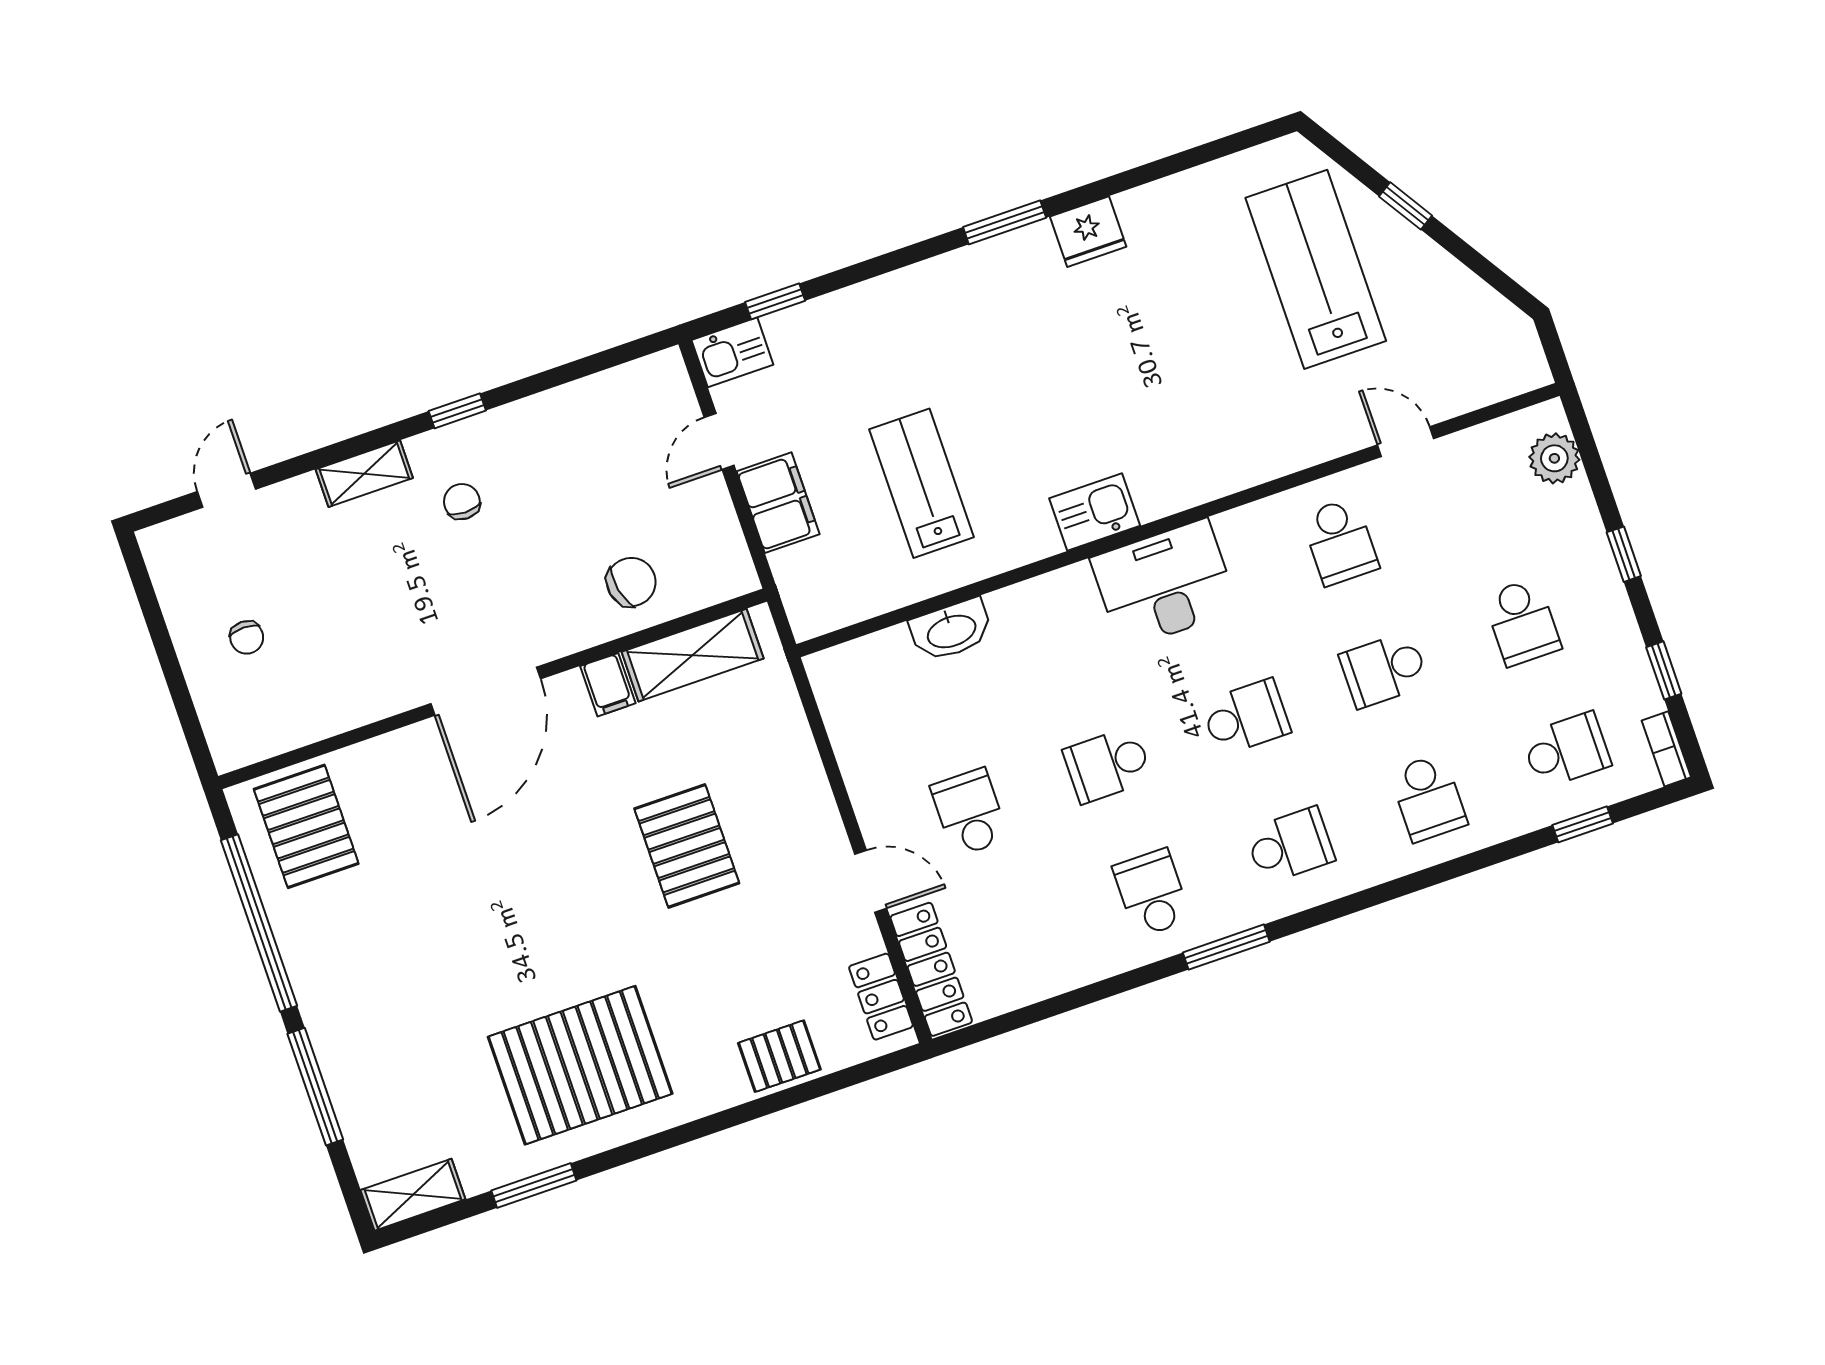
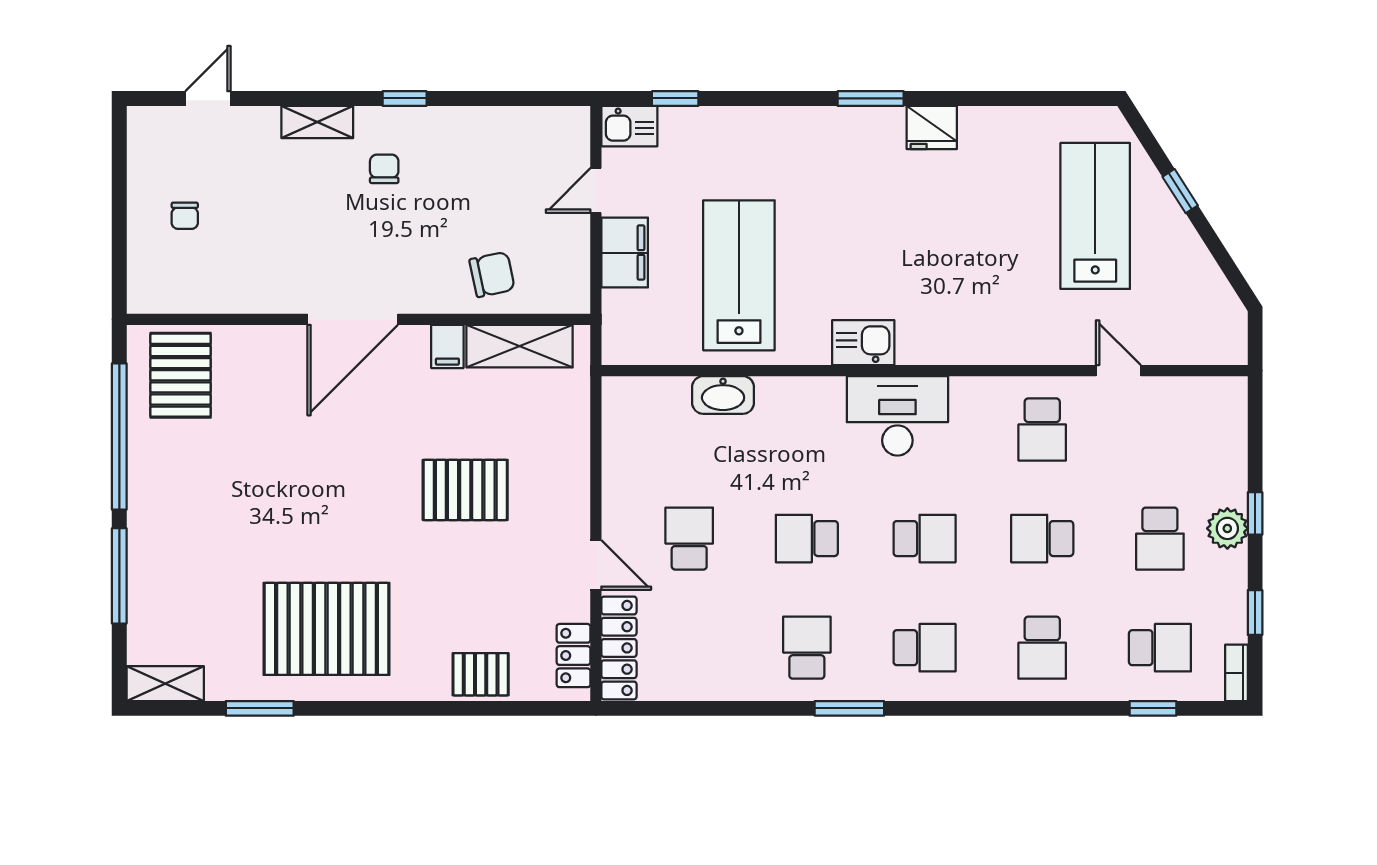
plant: (1554, 458) -> (1227, 528), moved
lab bench: (921, 483) -> (739, 275), width x1.36, depth x1.39
pallet: (687, 846) -> (465, 490), turned 90

